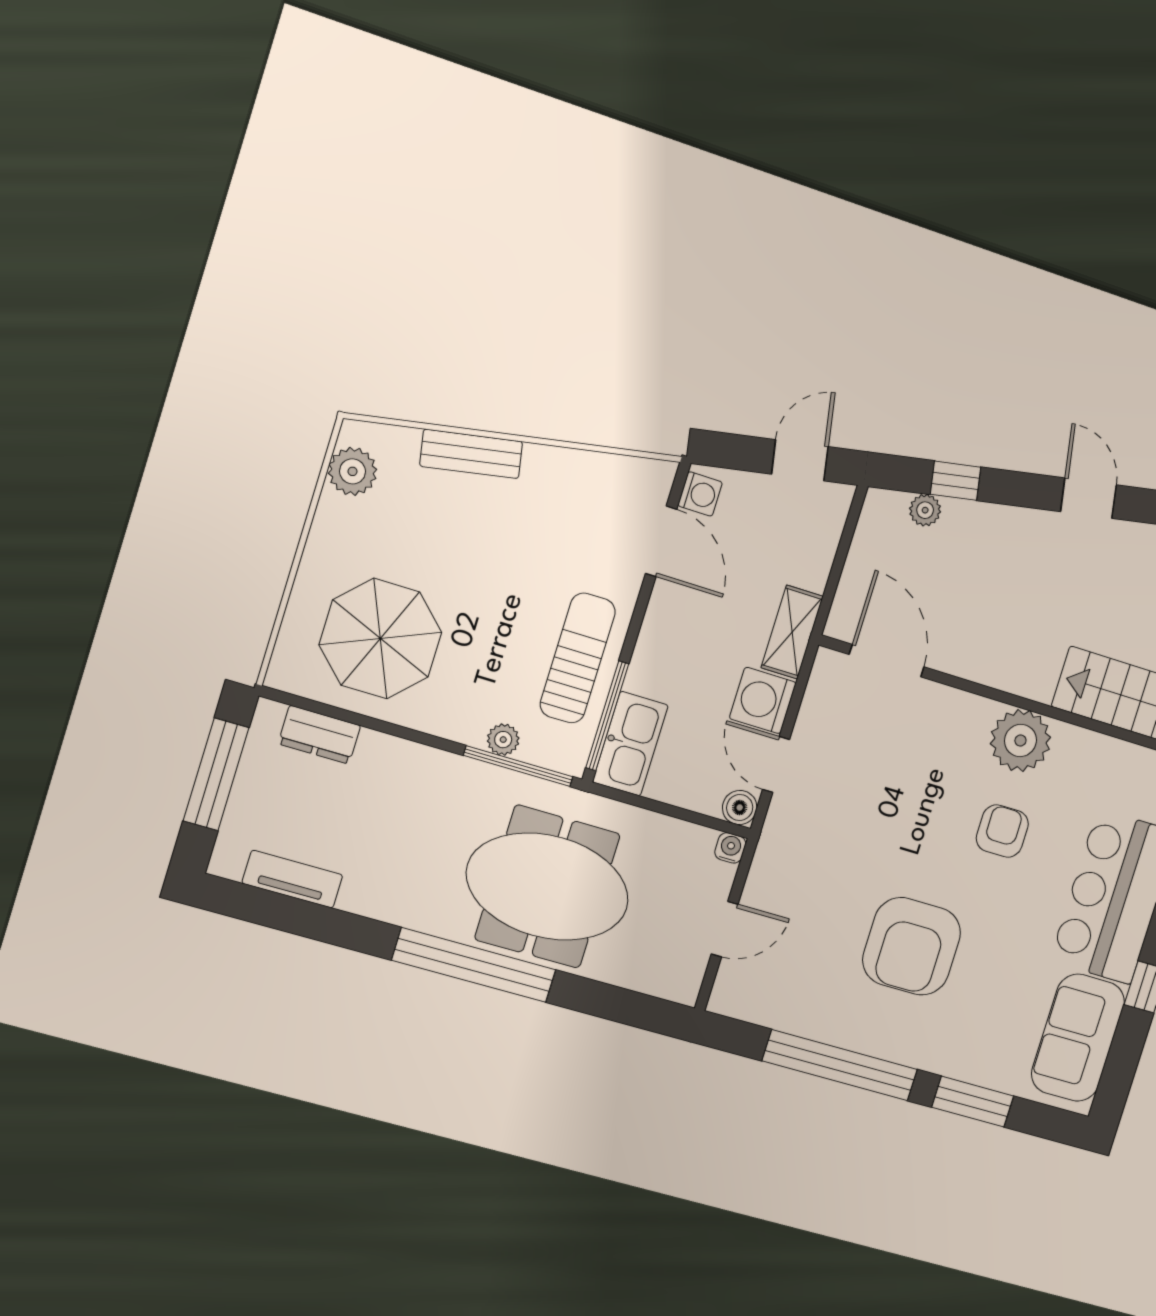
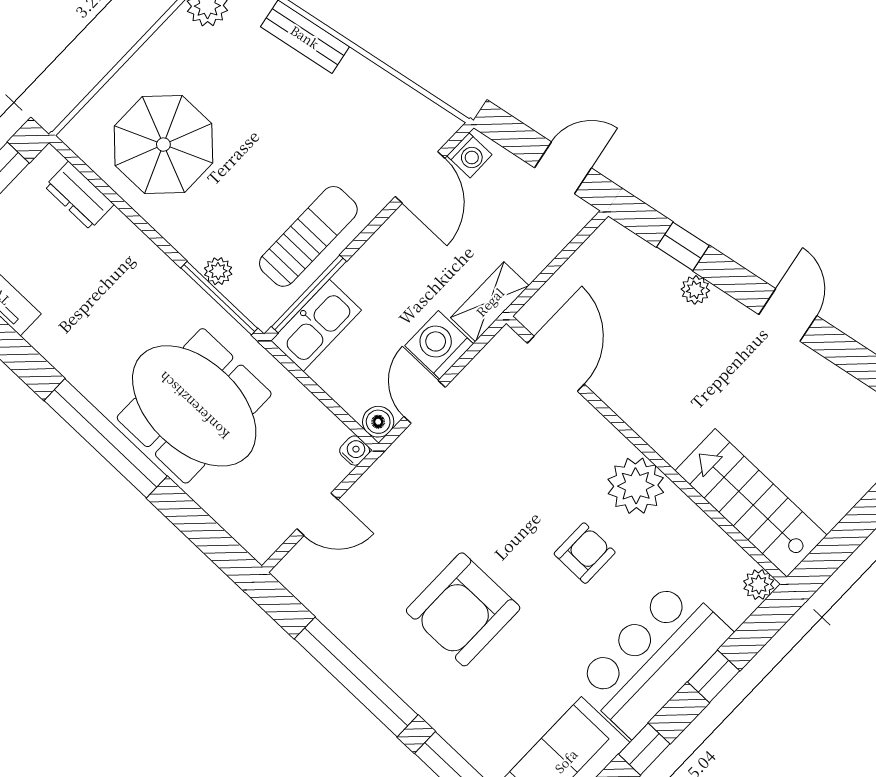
plant: (925, 510) -> (695, 290), moved

